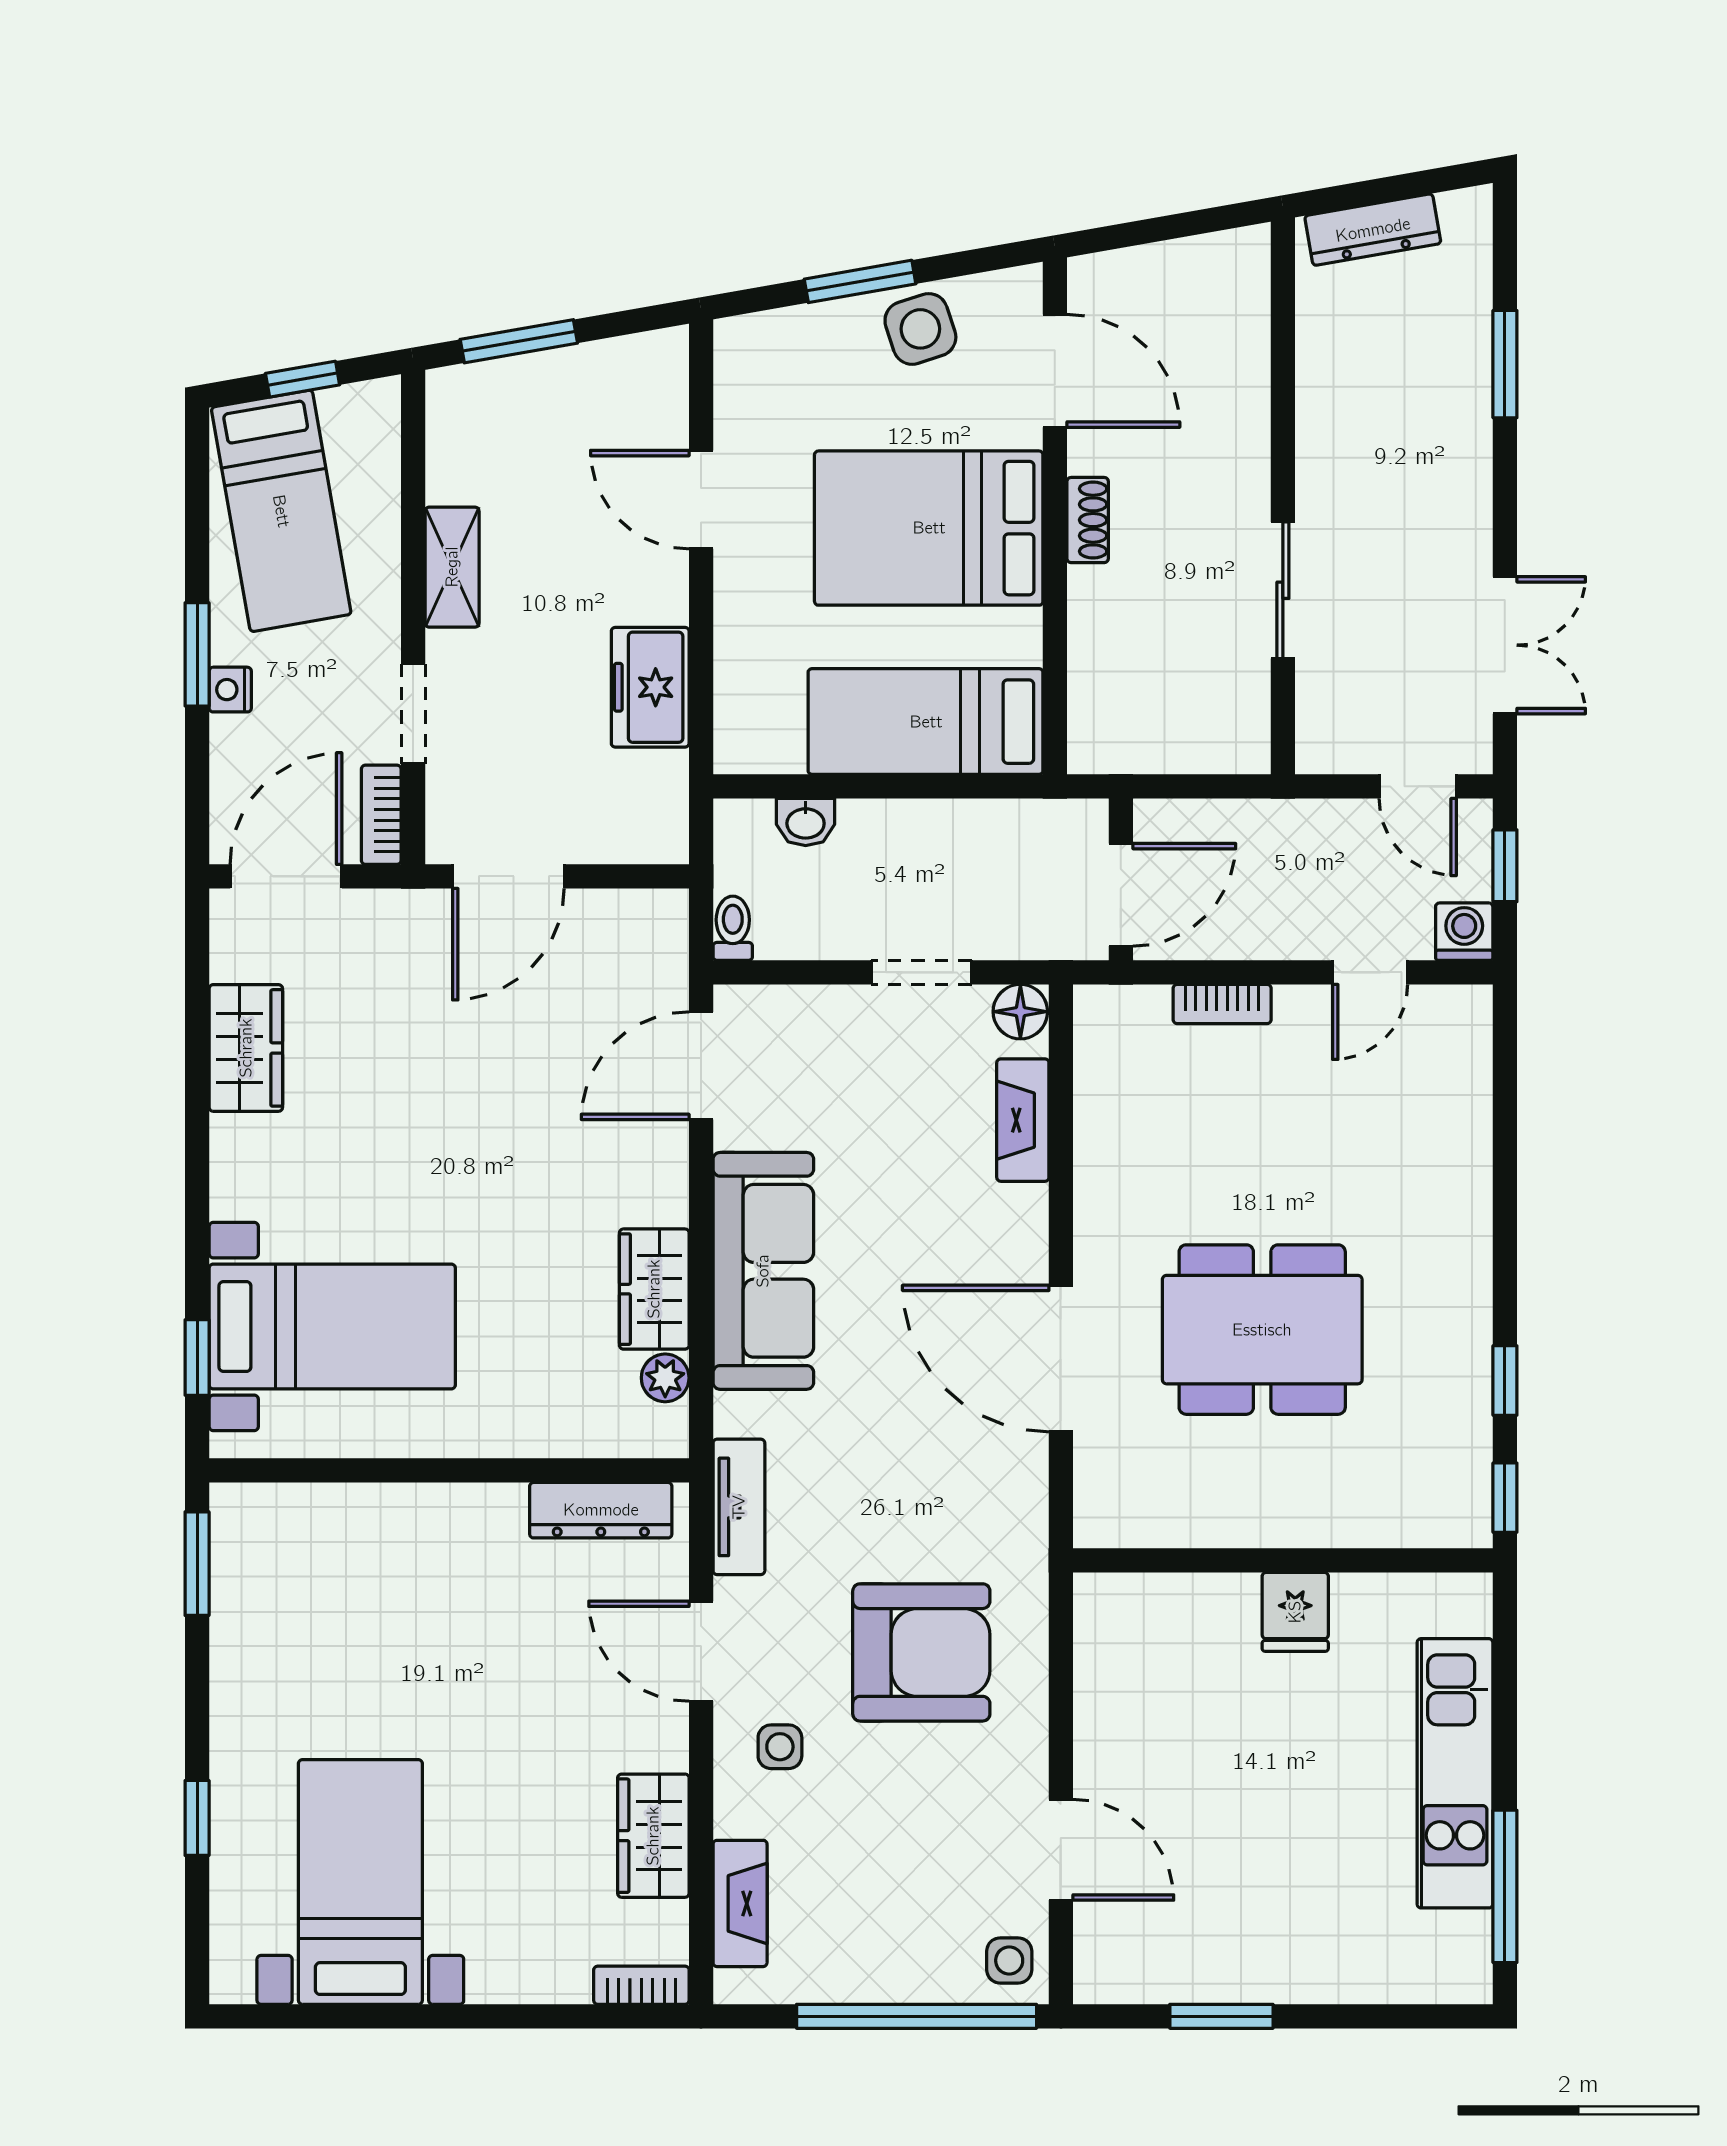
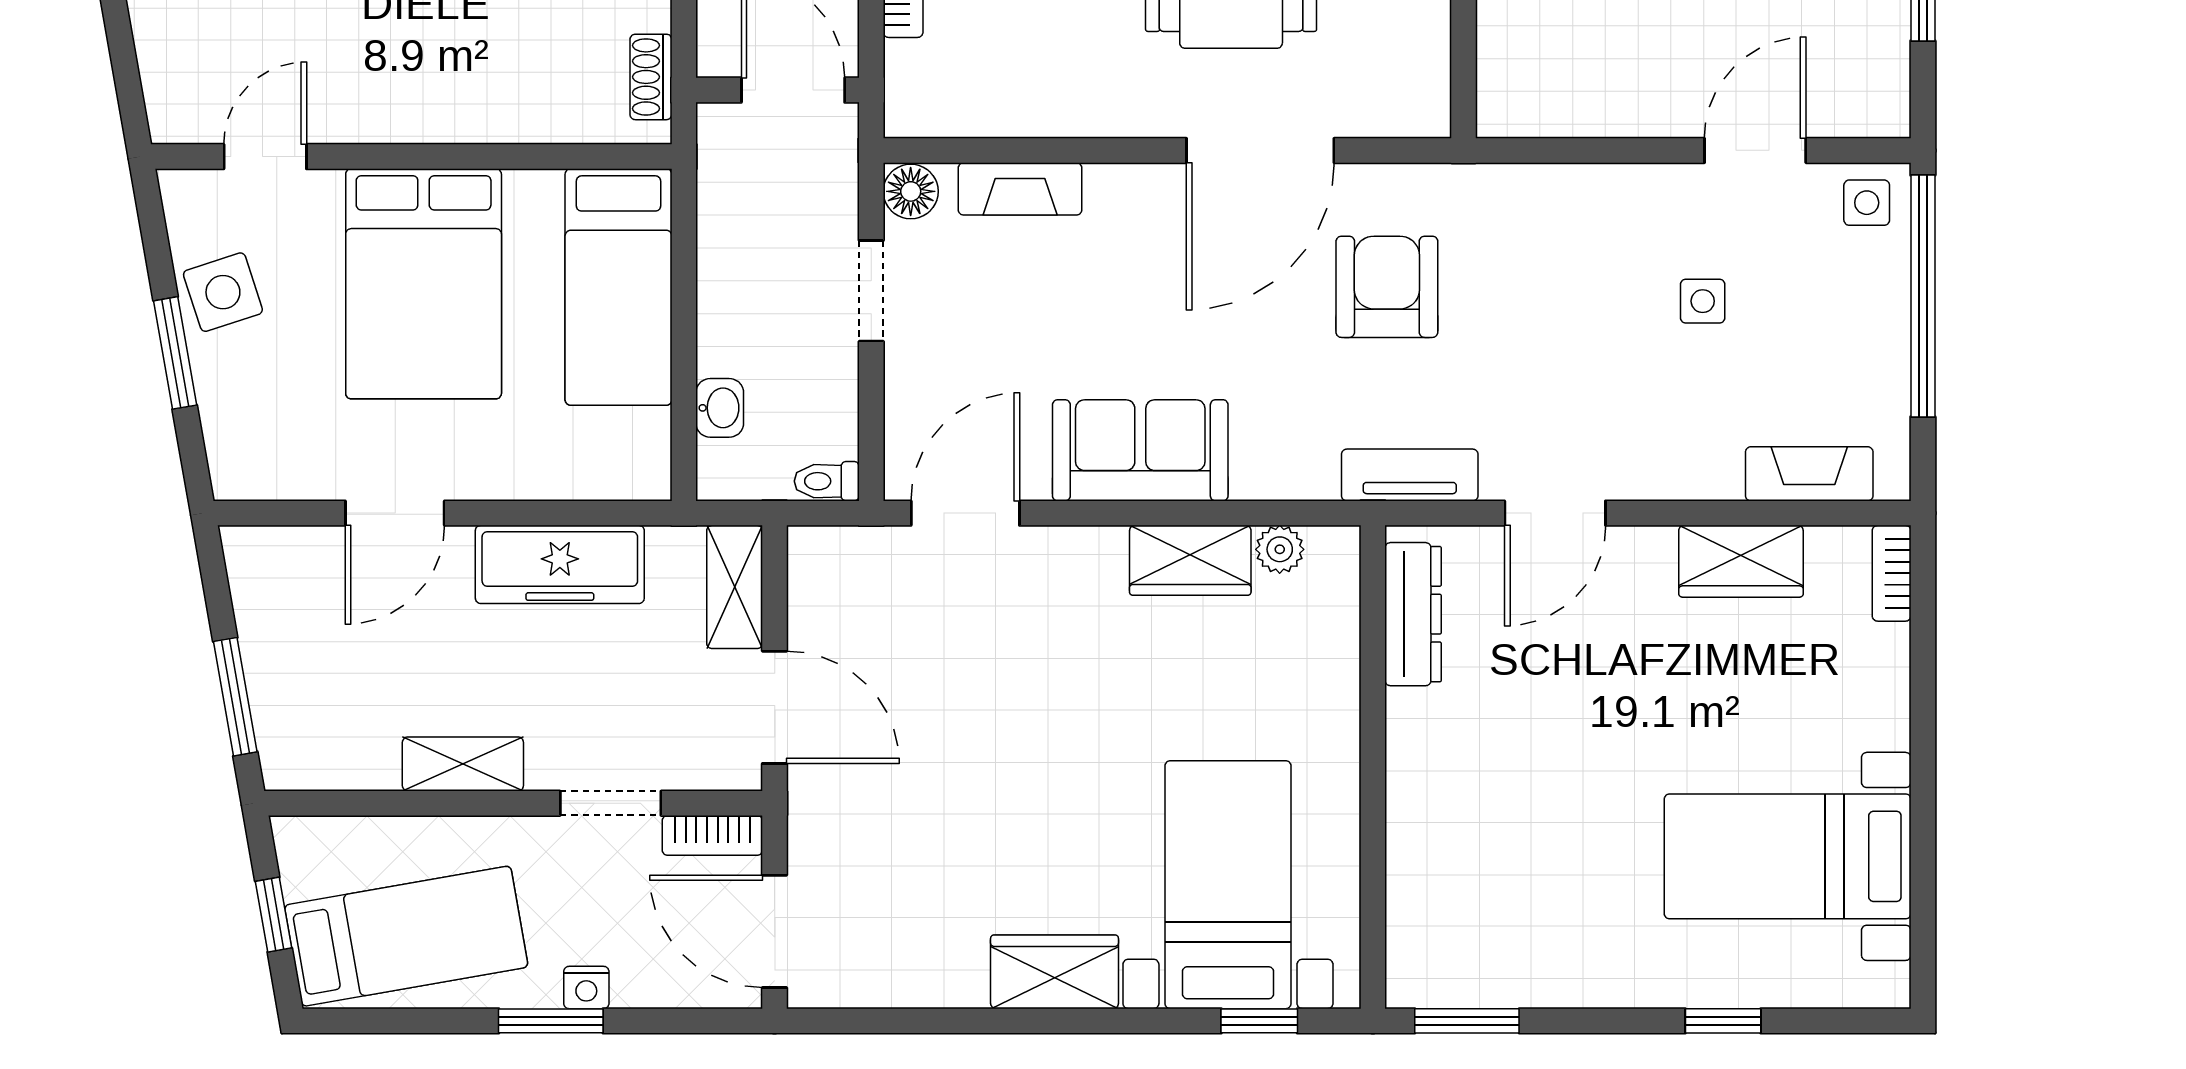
door: (1055, 371) -> (265, 157), width x0.73
shoe rack: (1088, 520) -> (651, 77), moved, turned -90
freezer: (650, 687) -> (560, 564), width x1.40
shelving: (628, 837) -> (735, 587), added
wardrobe: (246, 1048) -> (1055, 972), moved
door: (701, 1066) -> (965, 513), swing flipped
sofa: (763, 1271) -> (1140, 450), width x0.73
armchair: (921, 1652) -> (1387, 287), moved, width x0.73, depth x0.73
side table: (780, 1747) -> (1703, 301), moved

